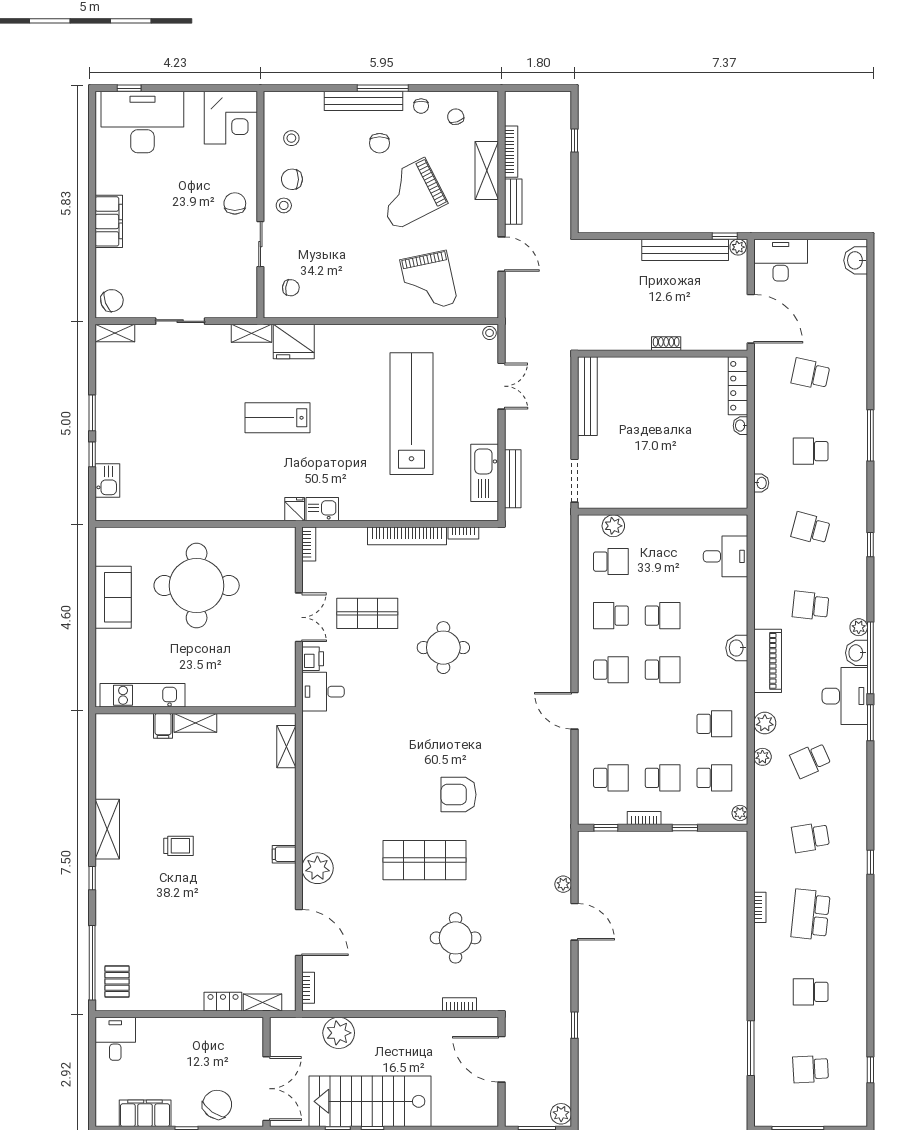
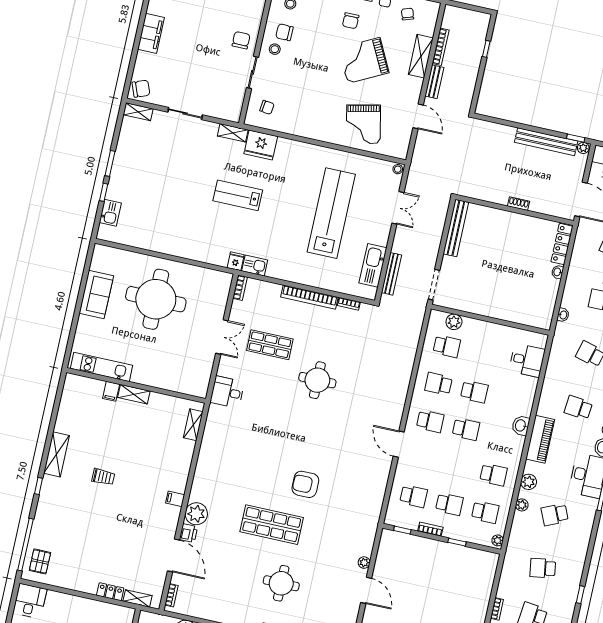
printer: (313, 659) -> (188, 533), moved

